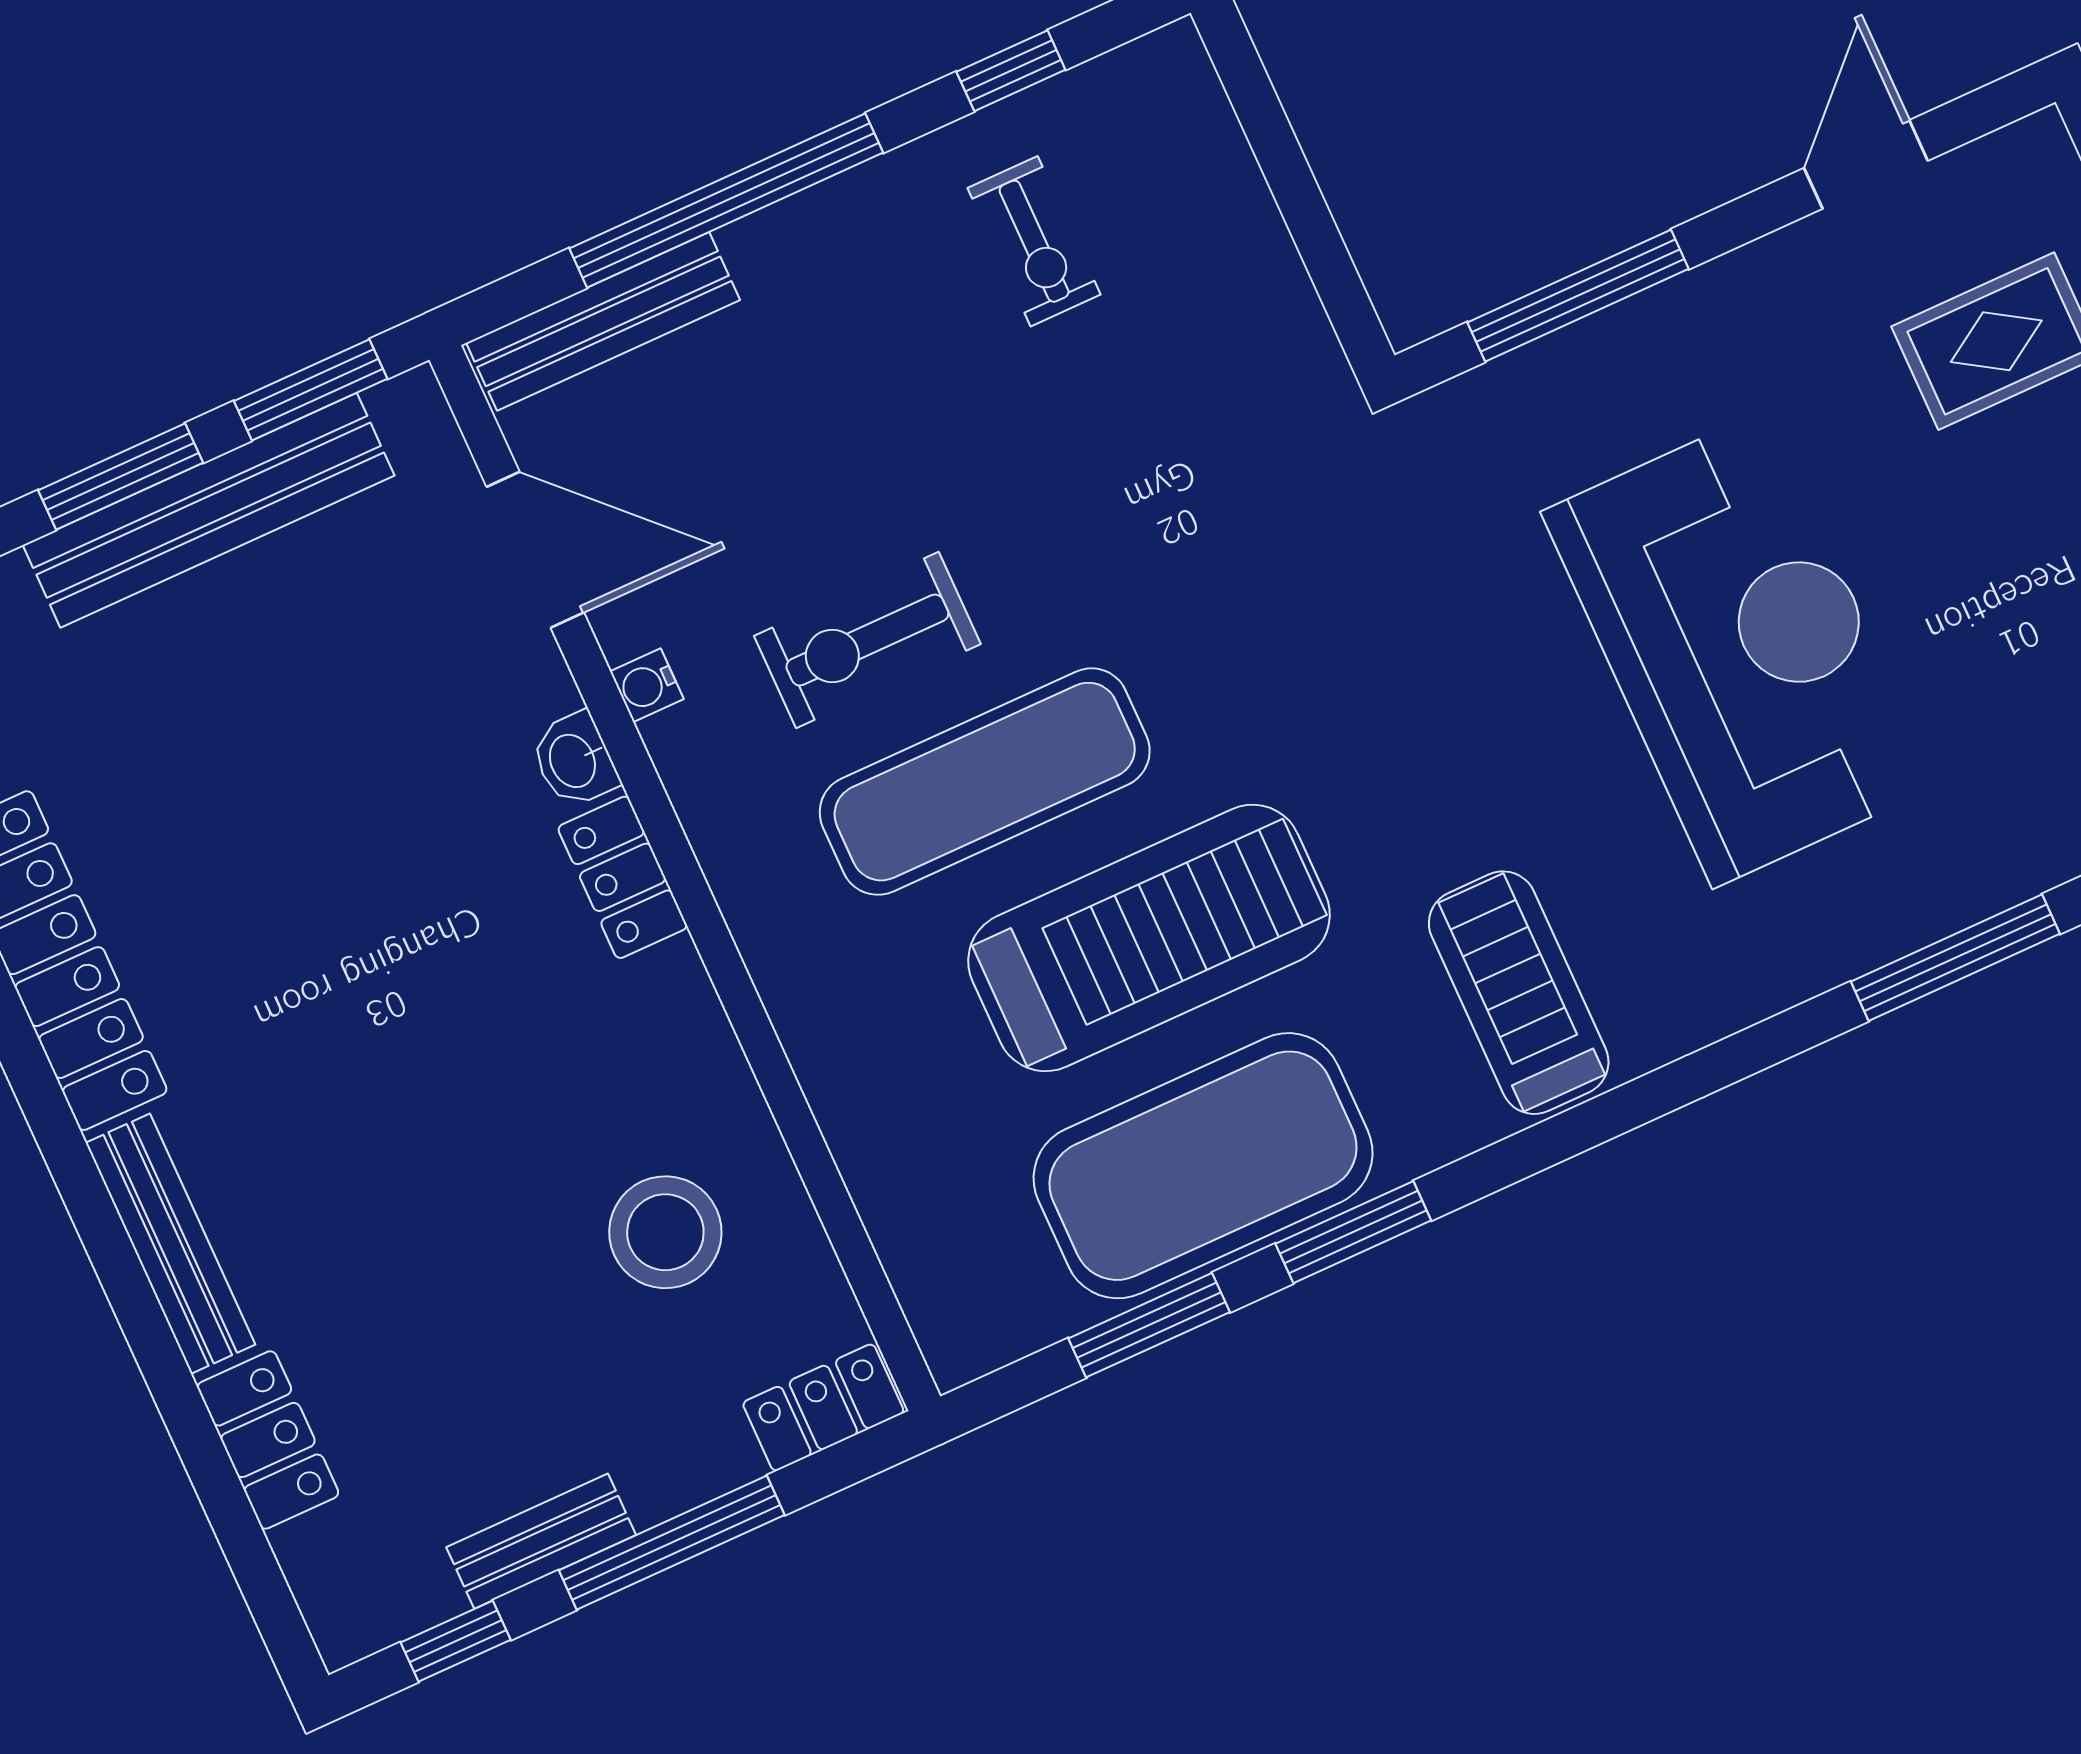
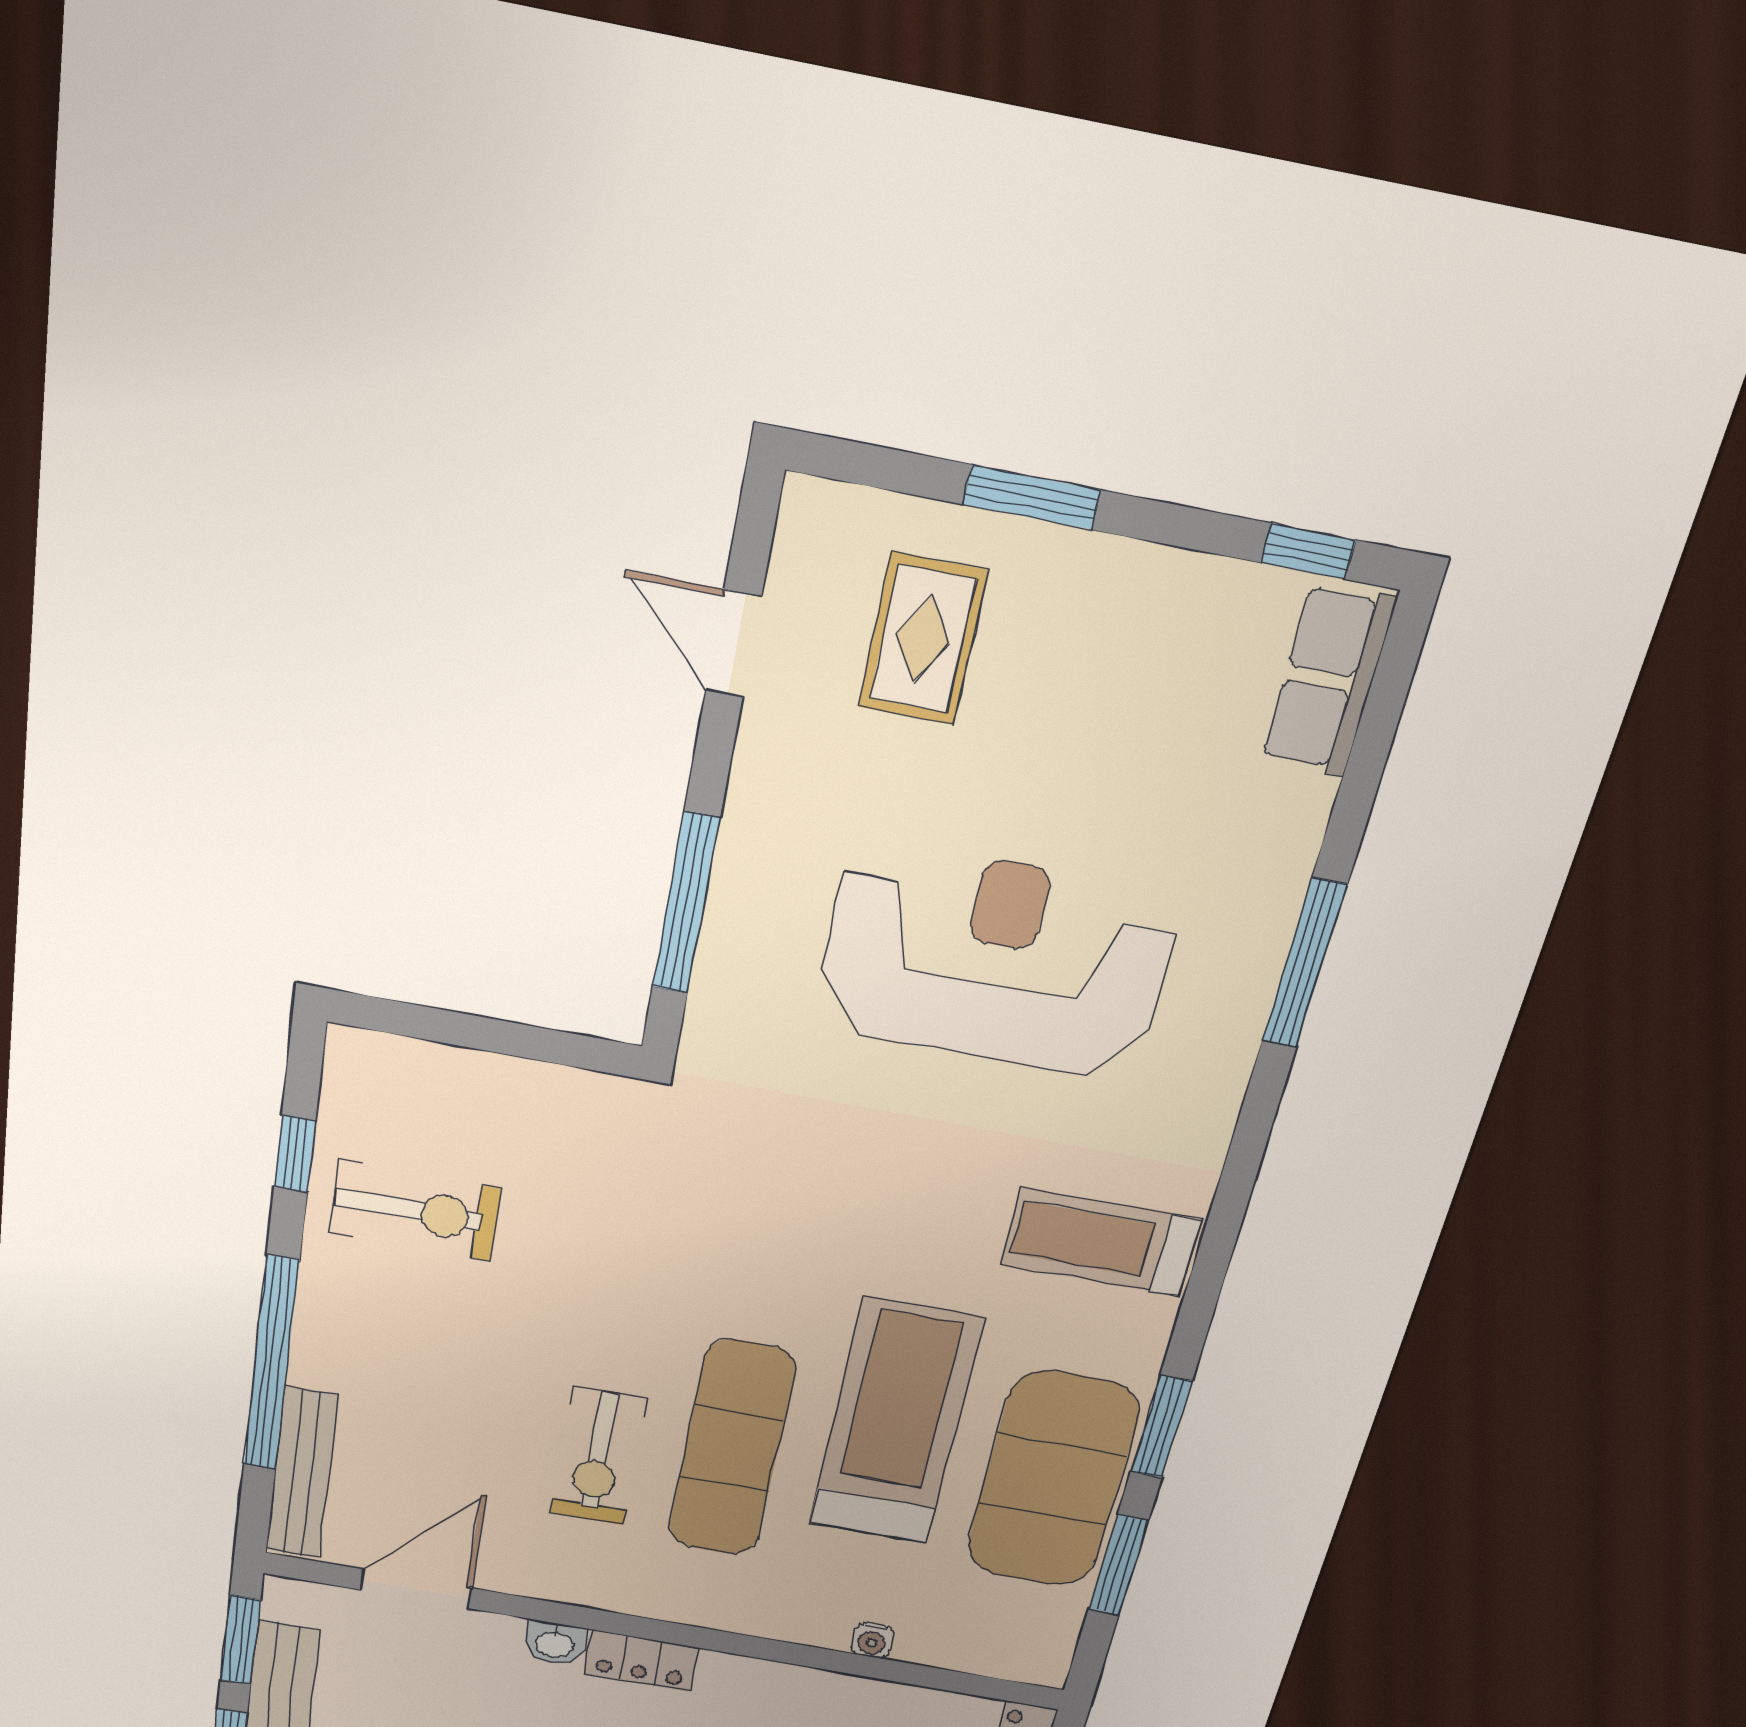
exercise bike: (1034, 241) -> (416, 1211), width x1.38, depth x1.39
water cooler: (647, 685) -> (872, 1640), moved

